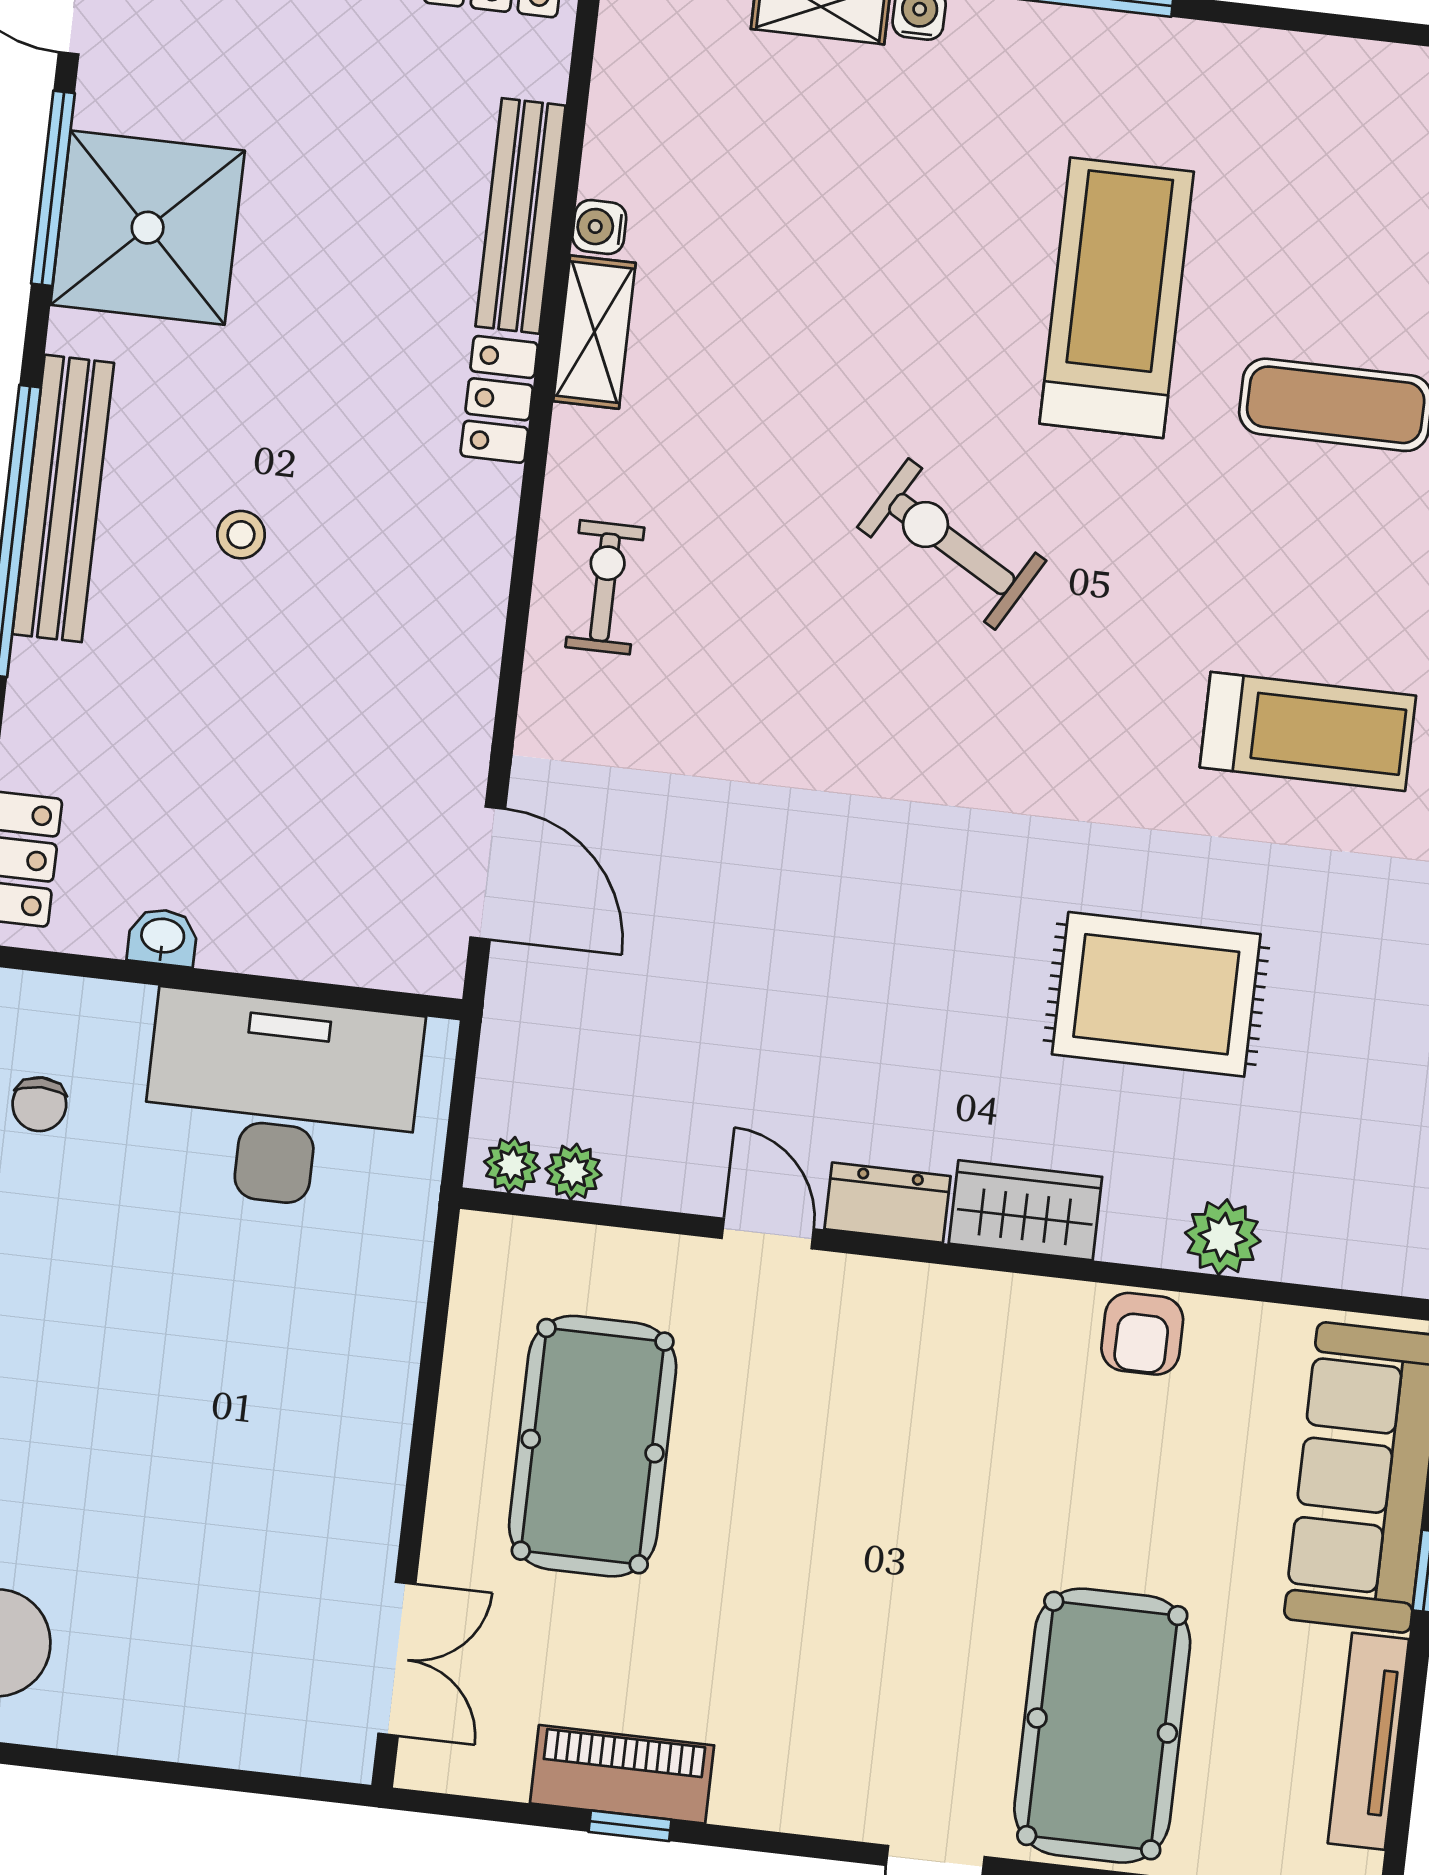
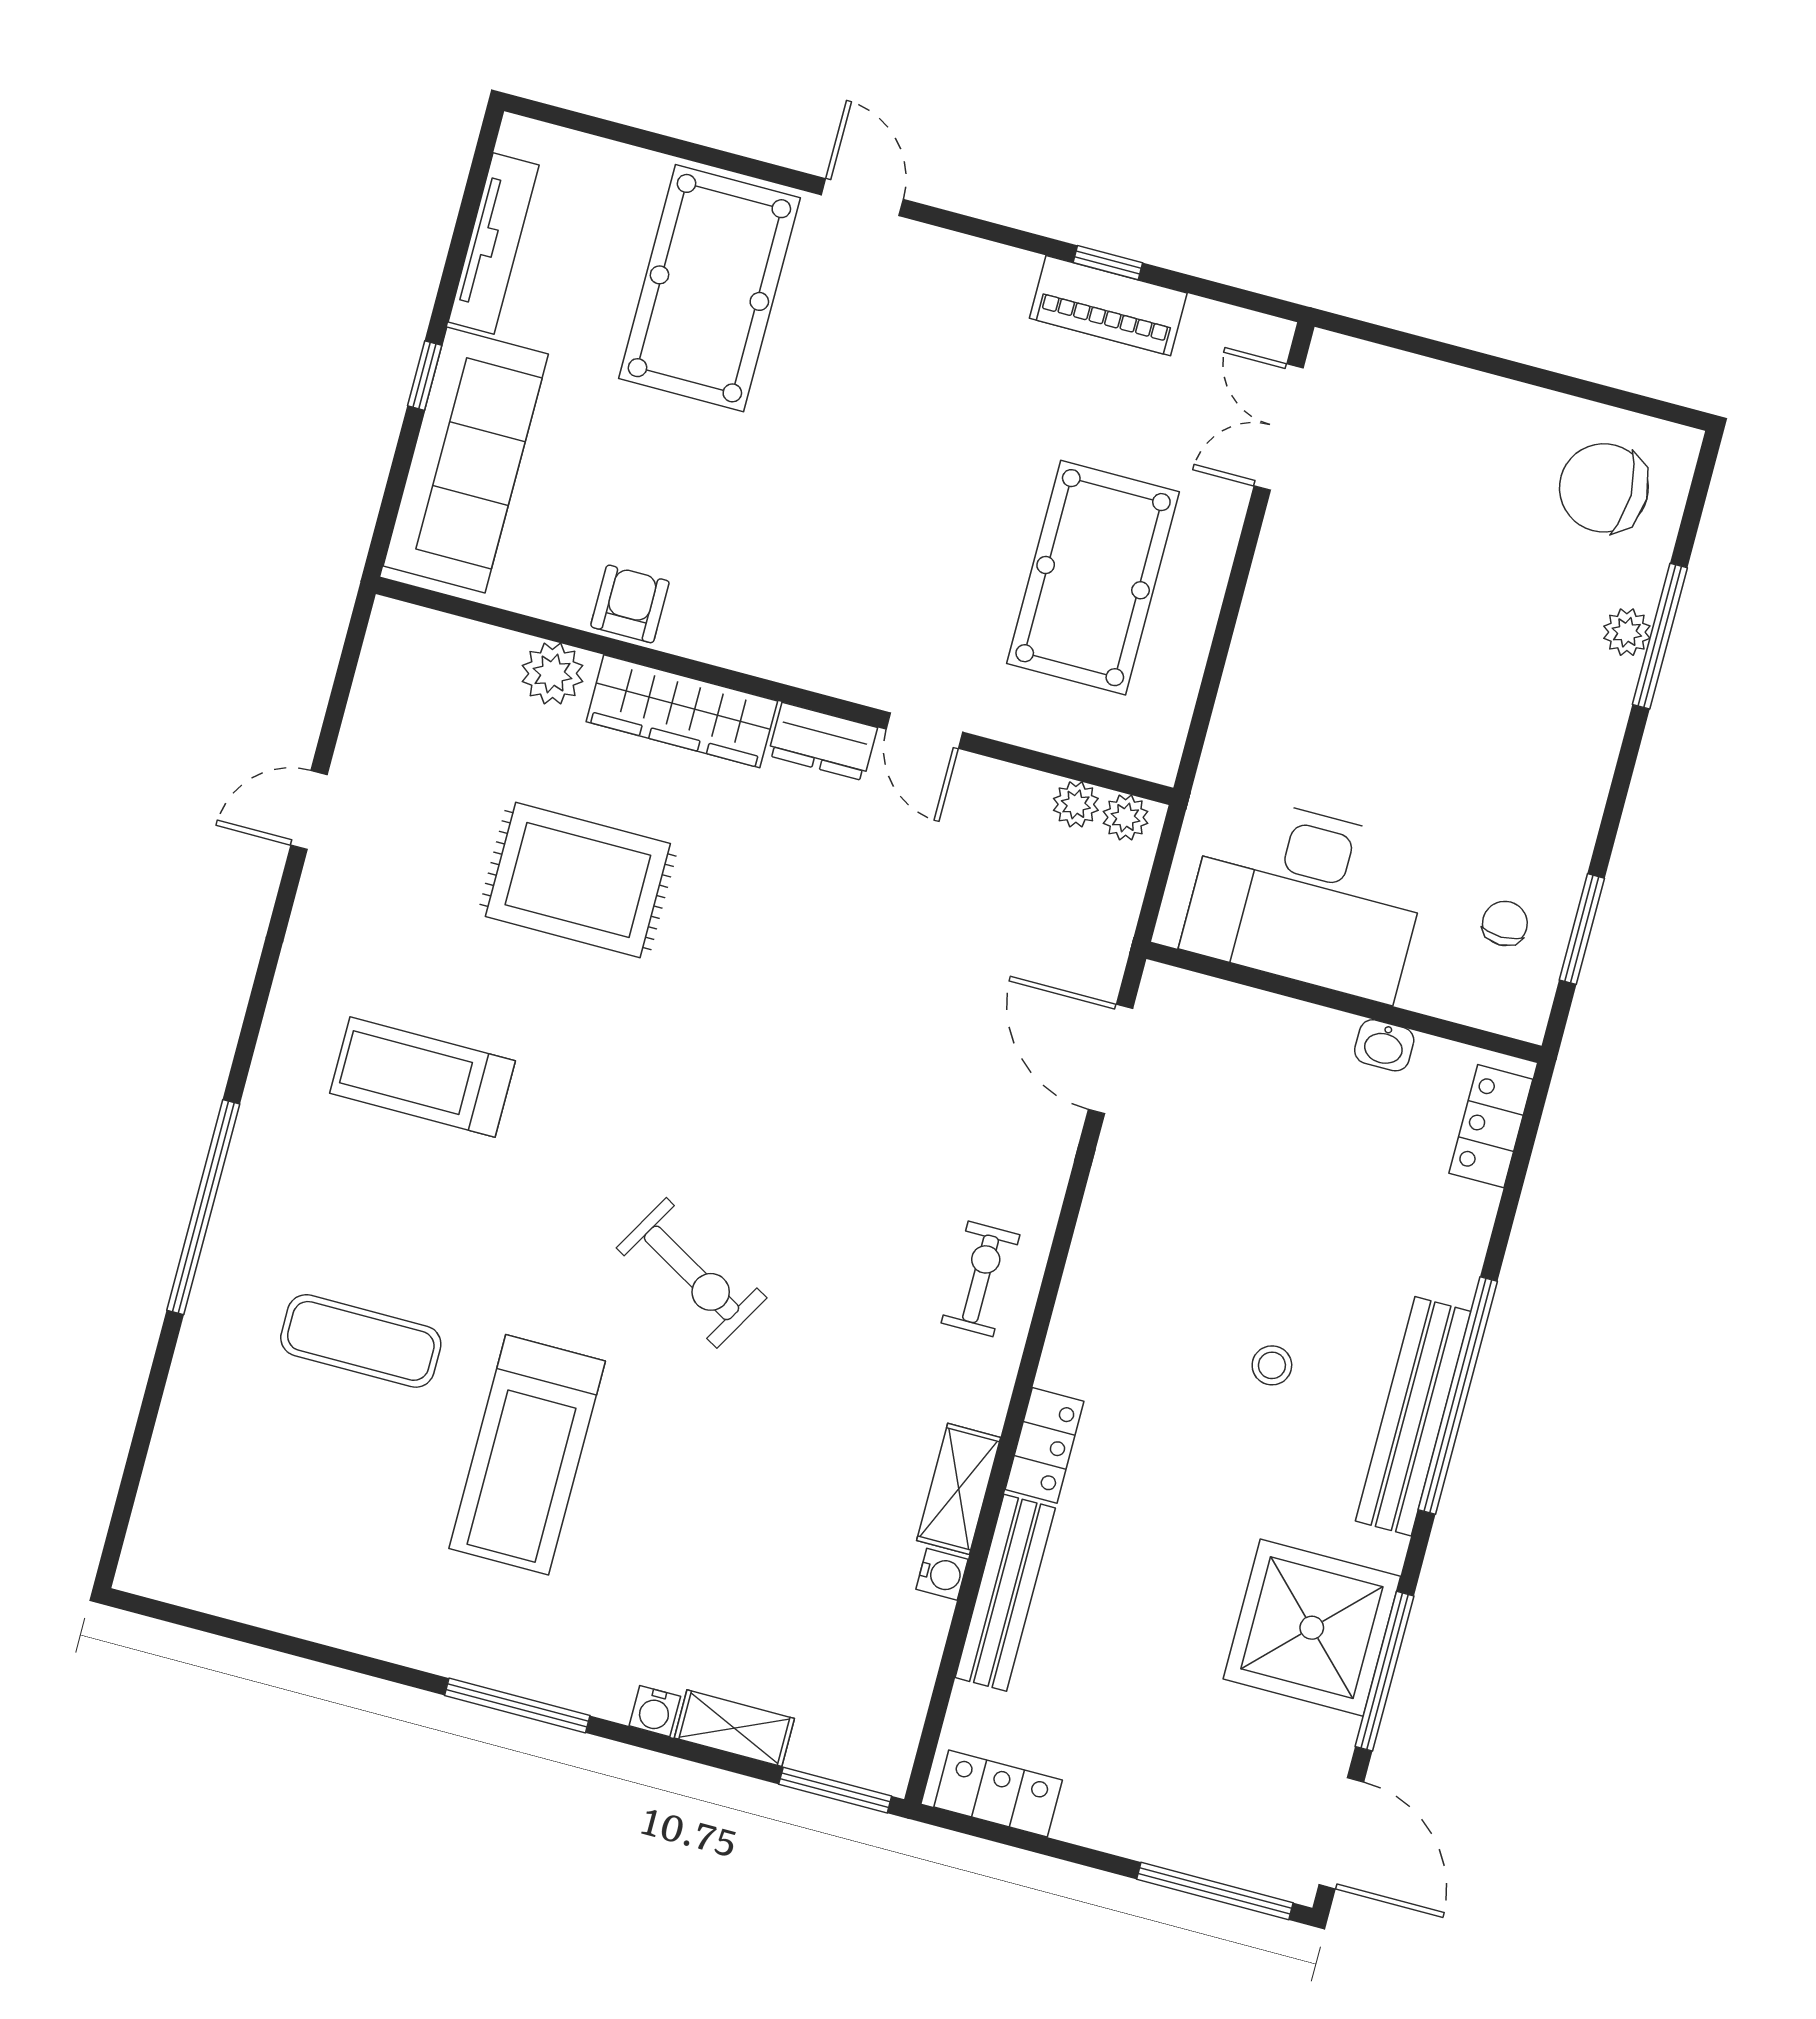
exercise bike: (605, 587) -> (981, 1279), turned 180
wardrobe: (1025, 1210) -> (682, 711), width x1.50

